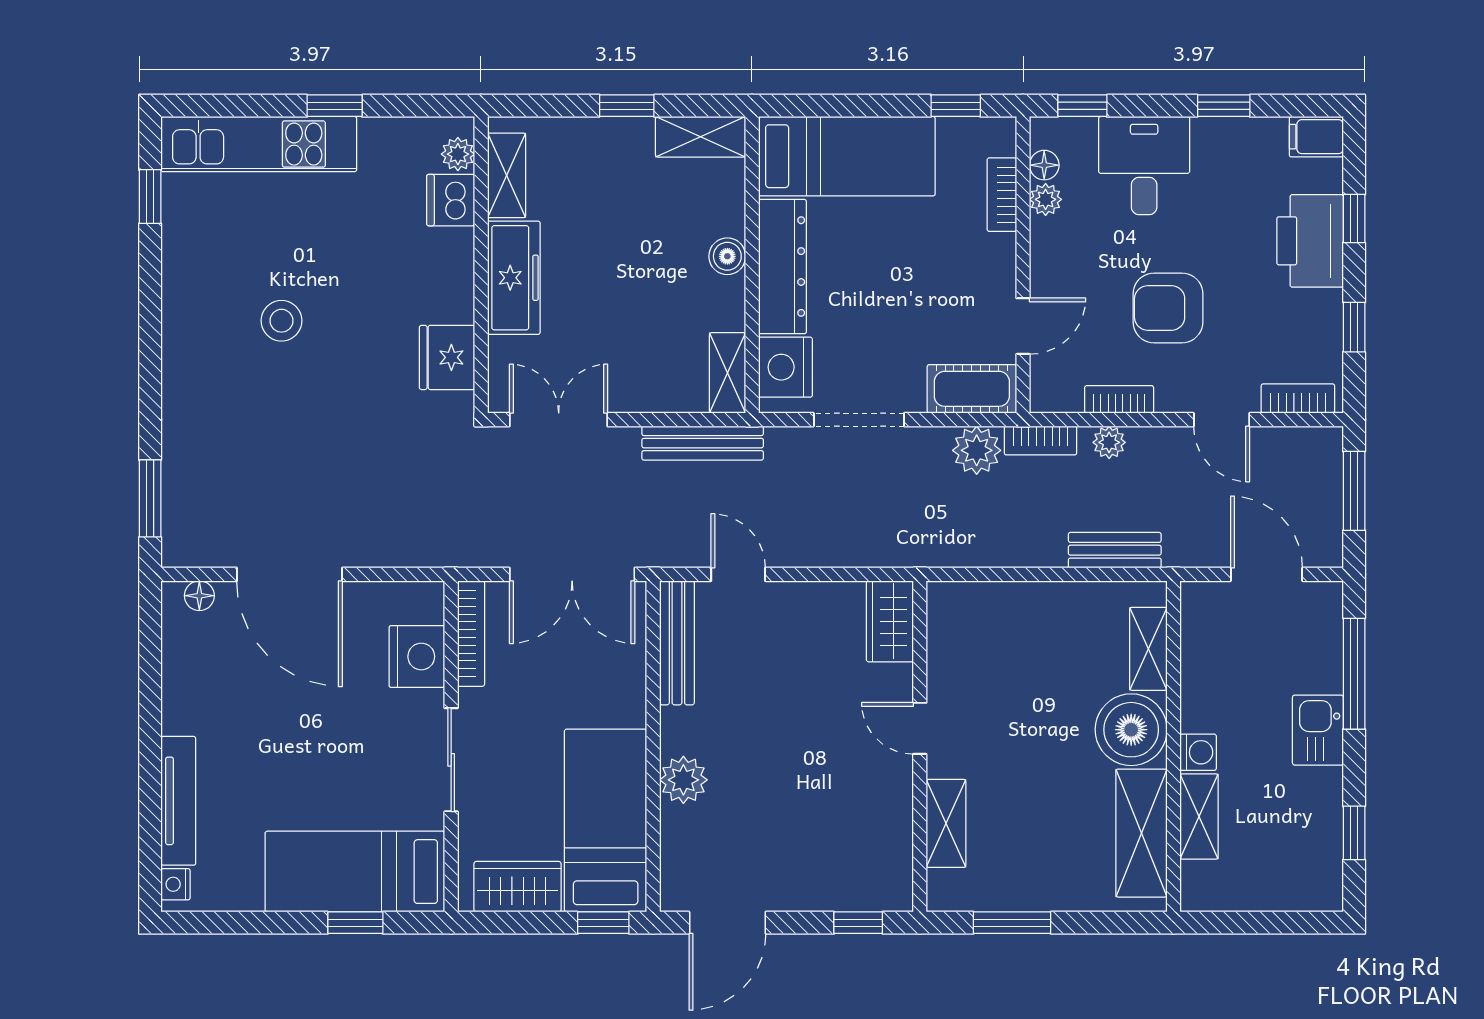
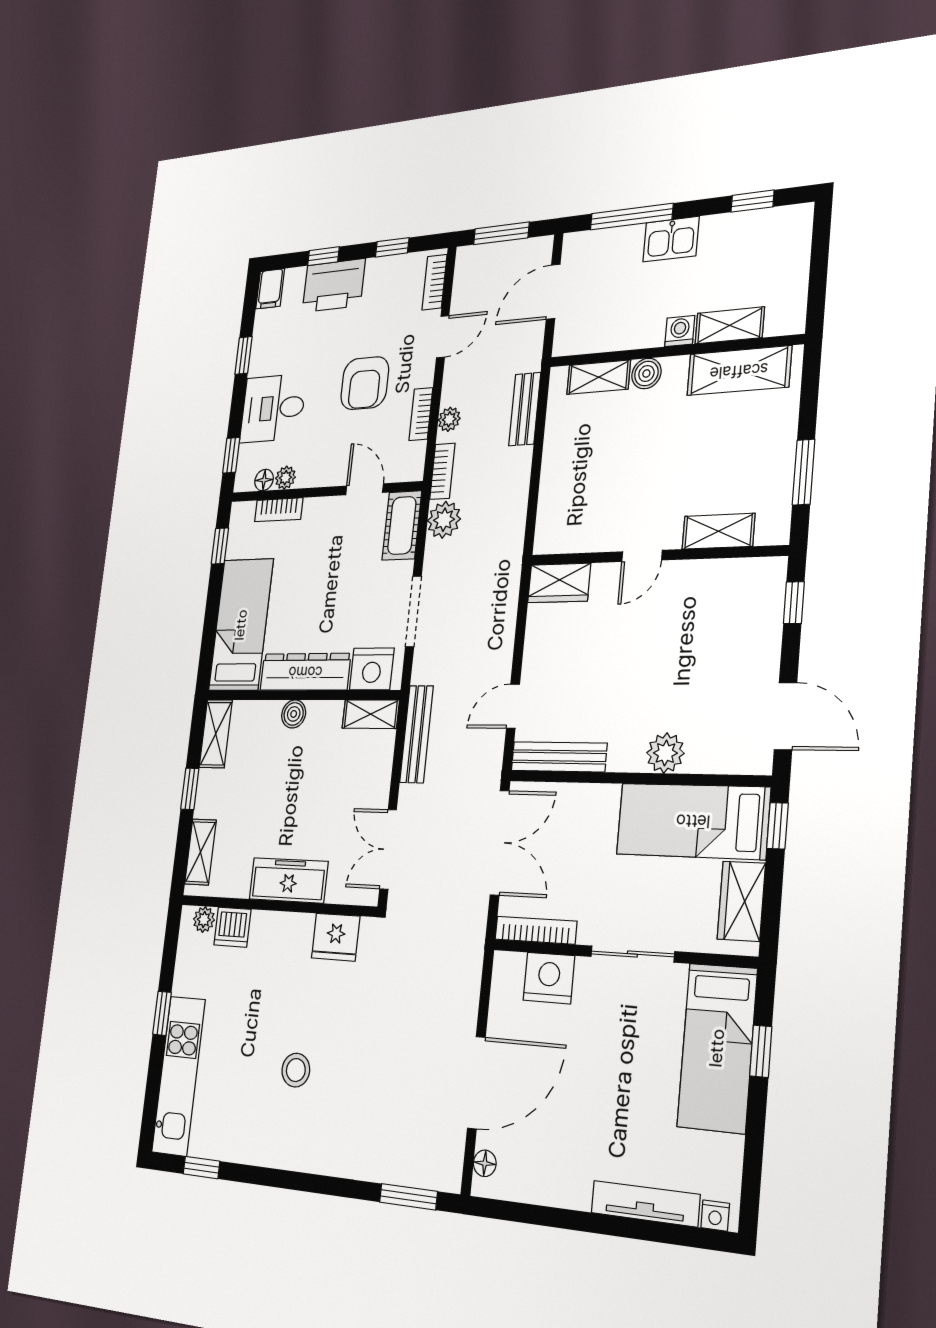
shelving: (507, 175) -> (200, 852), moved, turned 90
boiler: (1131, 730) -> (646, 373), width x0.54, depth x0.54

